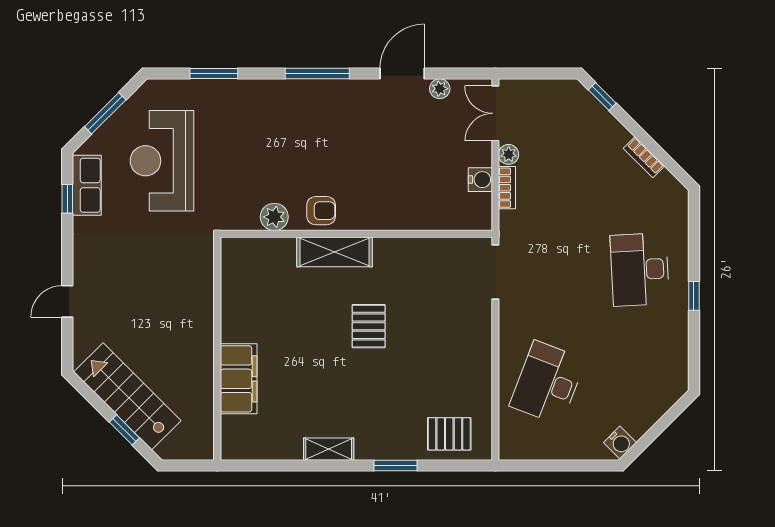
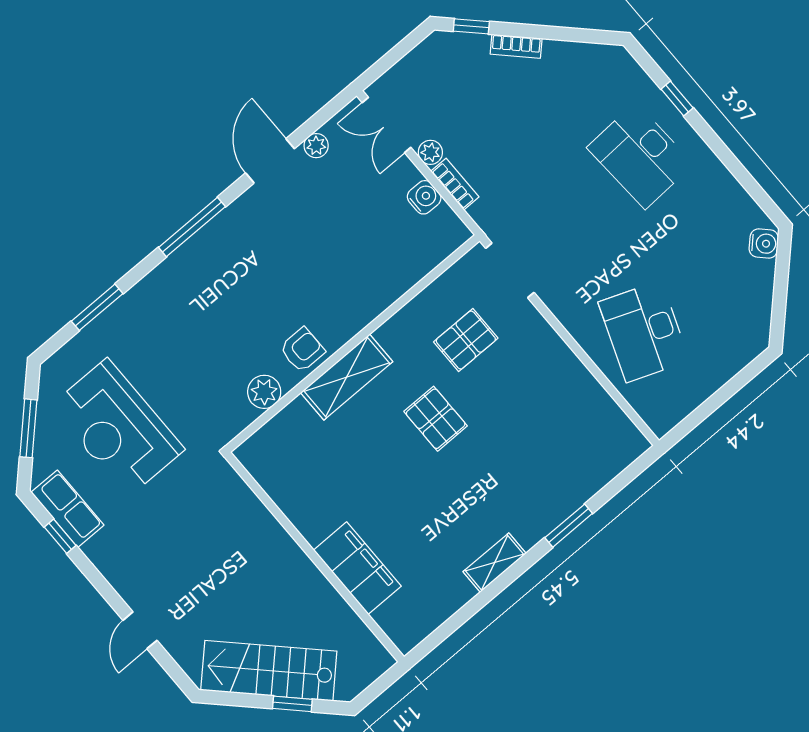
bookcase: (644, 157) -> (516, 46), moved
window: (694, 296) -> (677, 99), moved
pallet: (449, 434) -> (466, 340), moved
water cooler: (620, 443) -> (764, 243), moved

